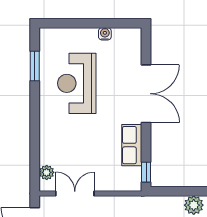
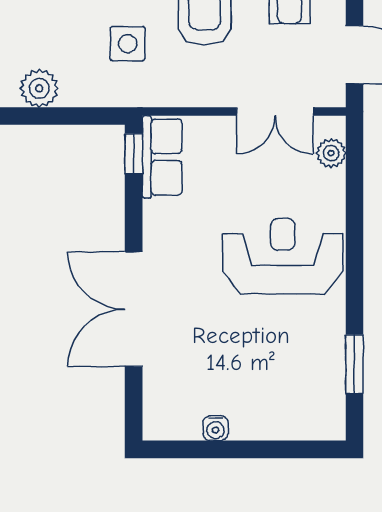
reception desk: (77, 83) -> (283, 256), moved, turned -90
row of seats: (132, 145) -> (162, 157), moved

